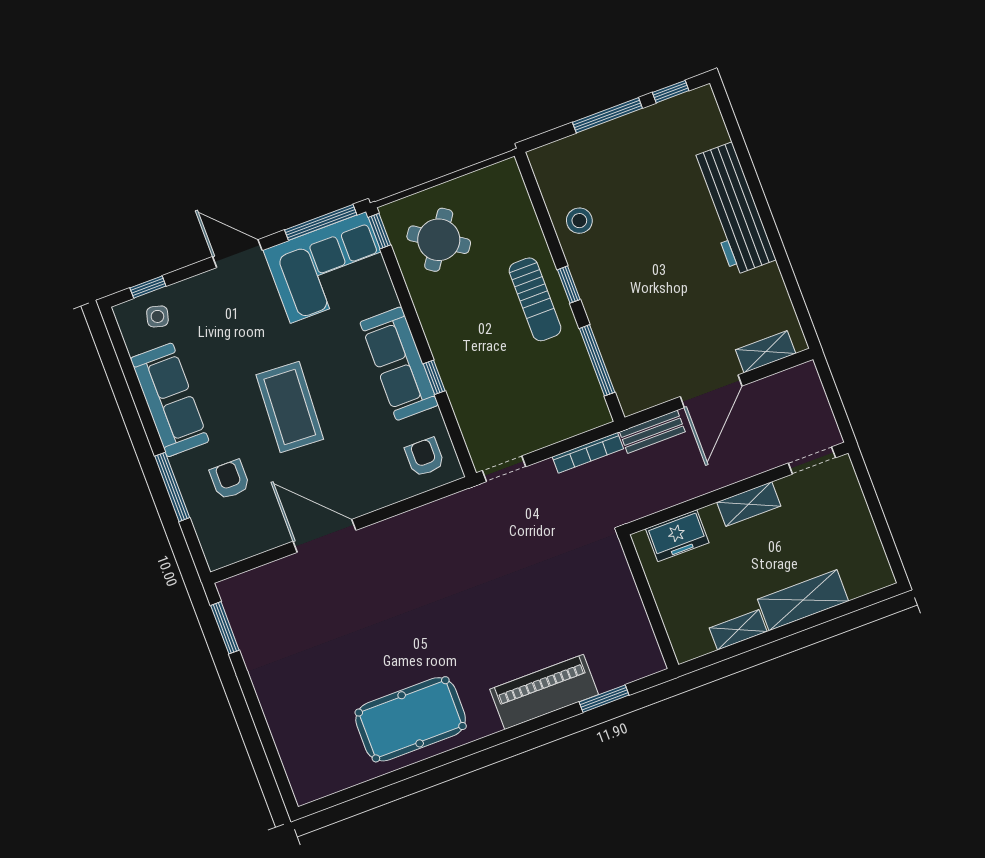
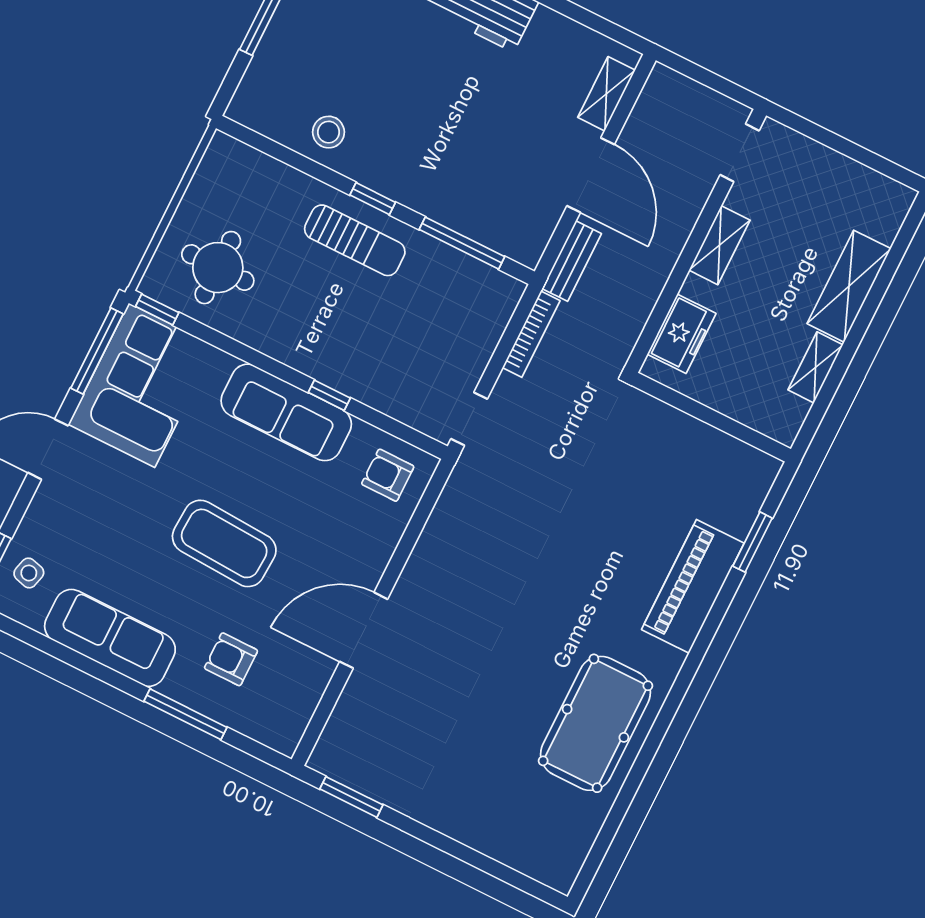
round table: (439, 240) -> (218, 268), turned -34

